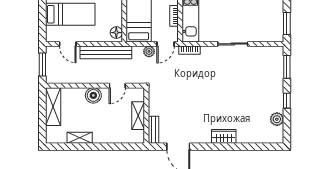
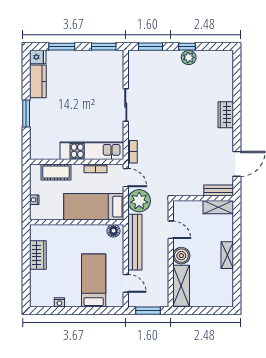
door: (68, 44) -> (126, 283), hinge flipped
plant: (149, 51) -> (139, 201), width x1.87, depth x1.87
shelving: (53, 107) -> (181, 286), moved, turned 90
shelving: (138, 116) -> (218, 207), moved
plant: (277, 119) -> (189, 57), moved
shelving: (80, 138) -> (227, 255), moved

